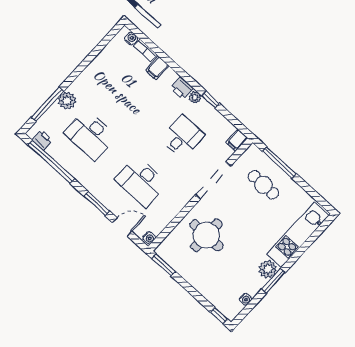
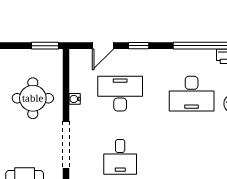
desk: (90, 135) -> (192, 94), turned 180
window: (97, 204) -> (139, 46), width x0.67
water cooler: (149, 238) -> (75, 99), moved

